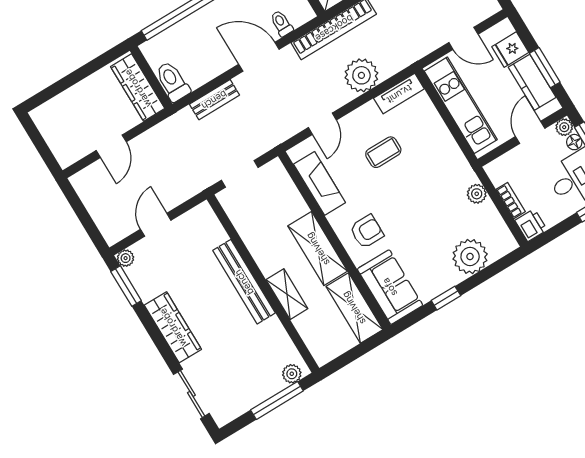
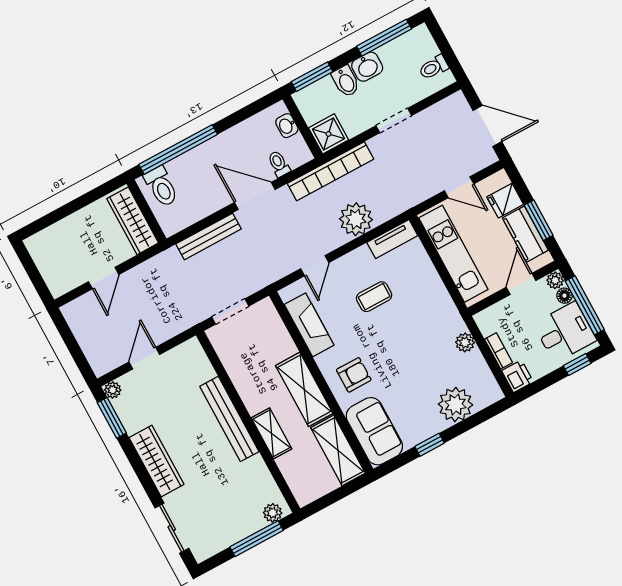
toilet: (173, 82) -> (161, 187), moved, turned 180
bench: (214, 100) -> (209, 236), width x1.36

